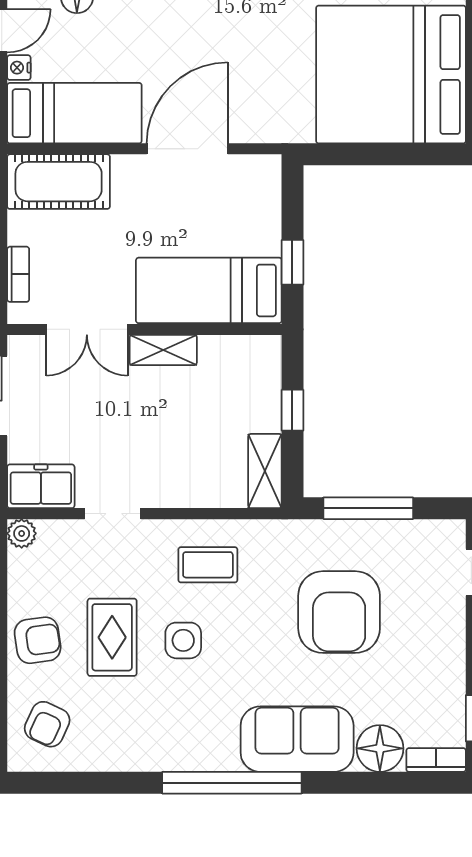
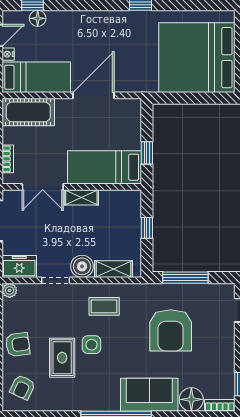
shelving: (265, 471) -> (114, 269), moved, turned 90
boiler: (165, 486) -> (82, 266), added
rug: (112, 637) -> (62, 358), moved

